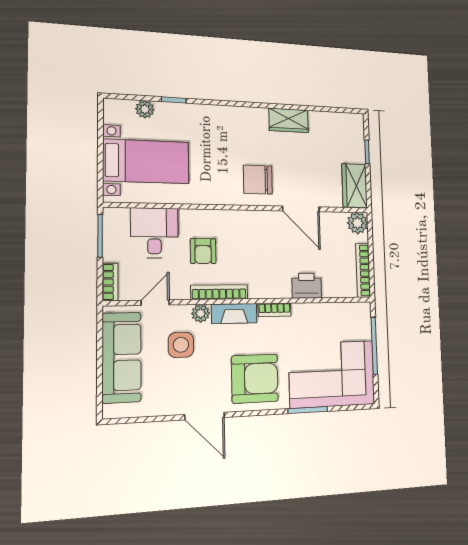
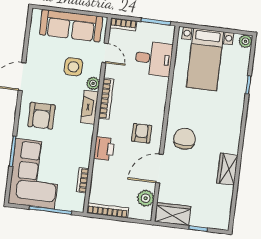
plant: (145, 109) -> (245, 41), moved
plant: (357, 223) -> (146, 198), moved
armchair: (203, 251) -> (142, 133), moved, turned 90
printer: (307, 286) -> (104, 149), moved
bookcase: (274, 310) -> (83, 180), moved
armchair: (255, 379) -> (41, 116), width x0.73, depth x0.73

